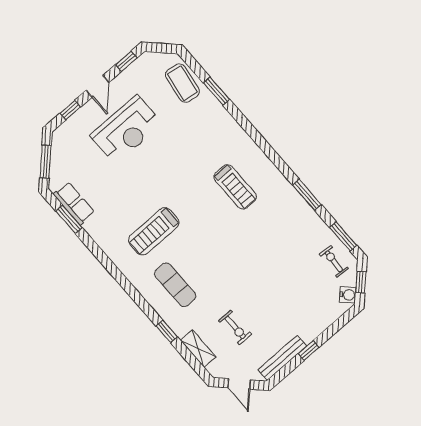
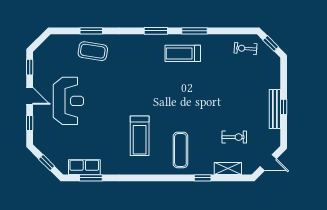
coffee table: (182, 83) -> (93, 51), moved
window: (45, 162) -> (47, 163), width x0.67
treadmill: (235, 187) -> (183, 53), moved, turned 180
window: (343, 236) -> (156, 31), moved
exercise mat: (175, 285) -> (180, 150), turned 90
water cooler: (348, 295) -> (271, 57), removed
bench: (282, 358) -> (275, 109), moved

